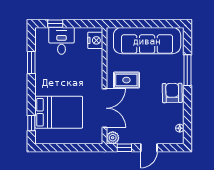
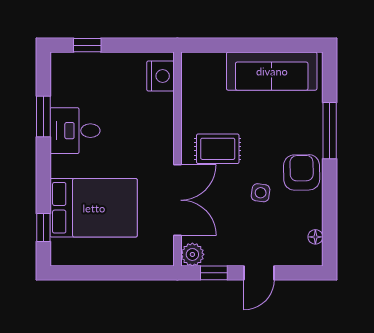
desk: (61, 41) -> (75, 131), moved, turned -90
sofa: (147, 41) -> (272, 71), width x0.74, depth x0.79
side table: (150, 104) -> (261, 193), added

